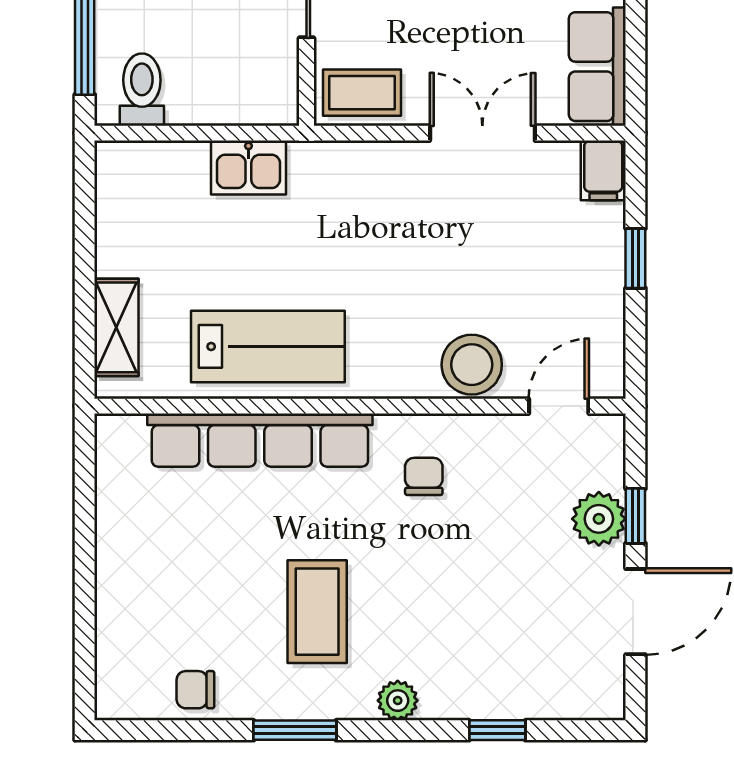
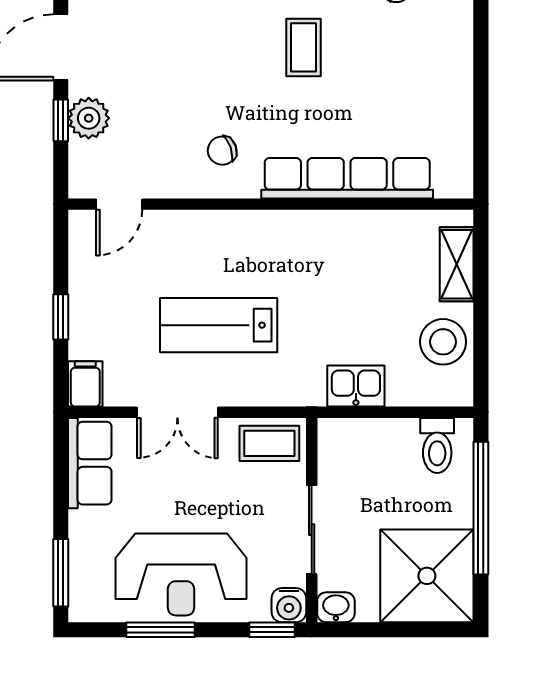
lab bench: (268, 346) -> (219, 325), moved
stool: (472, 365) -> (443, 342), moved
chair: (424, 476) -> (222, 151), turned 71
coffee table: (317, 612) -> (304, 47), width x0.73, depth x0.77

